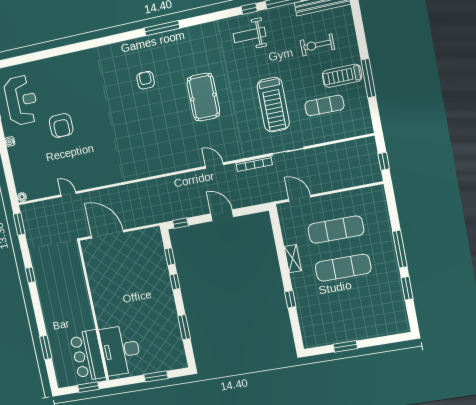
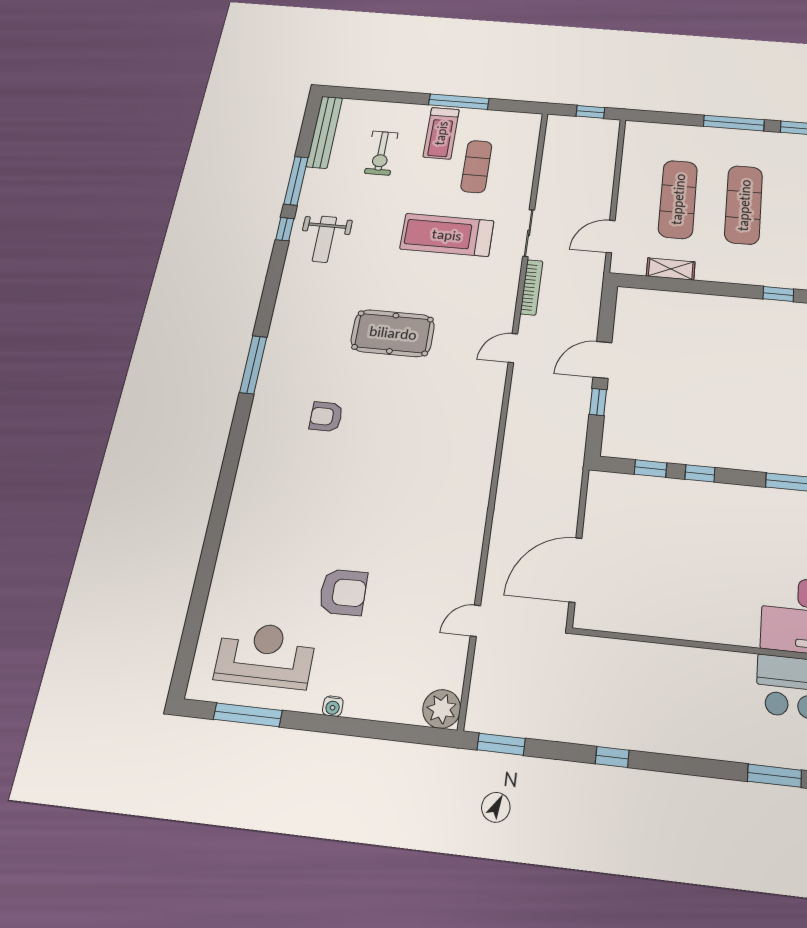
treadmill: (273, 105) -> (447, 235), turned 180
plant: (22, 197) -> (442, 709), width x1.88, depth x1.88
window: (180, 223) -> (598, 402), moved
shelving: (293, 259) -> (671, 269), moved

